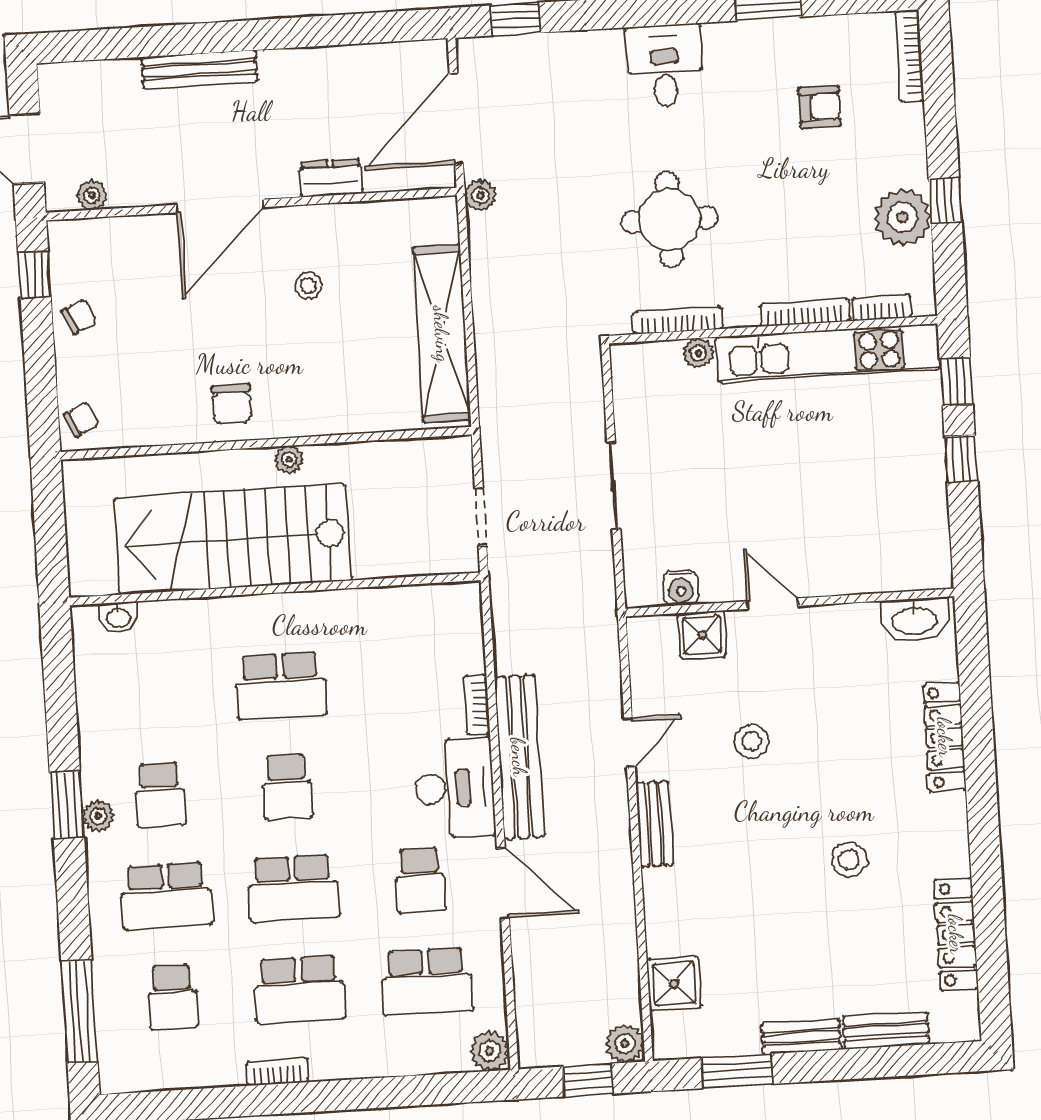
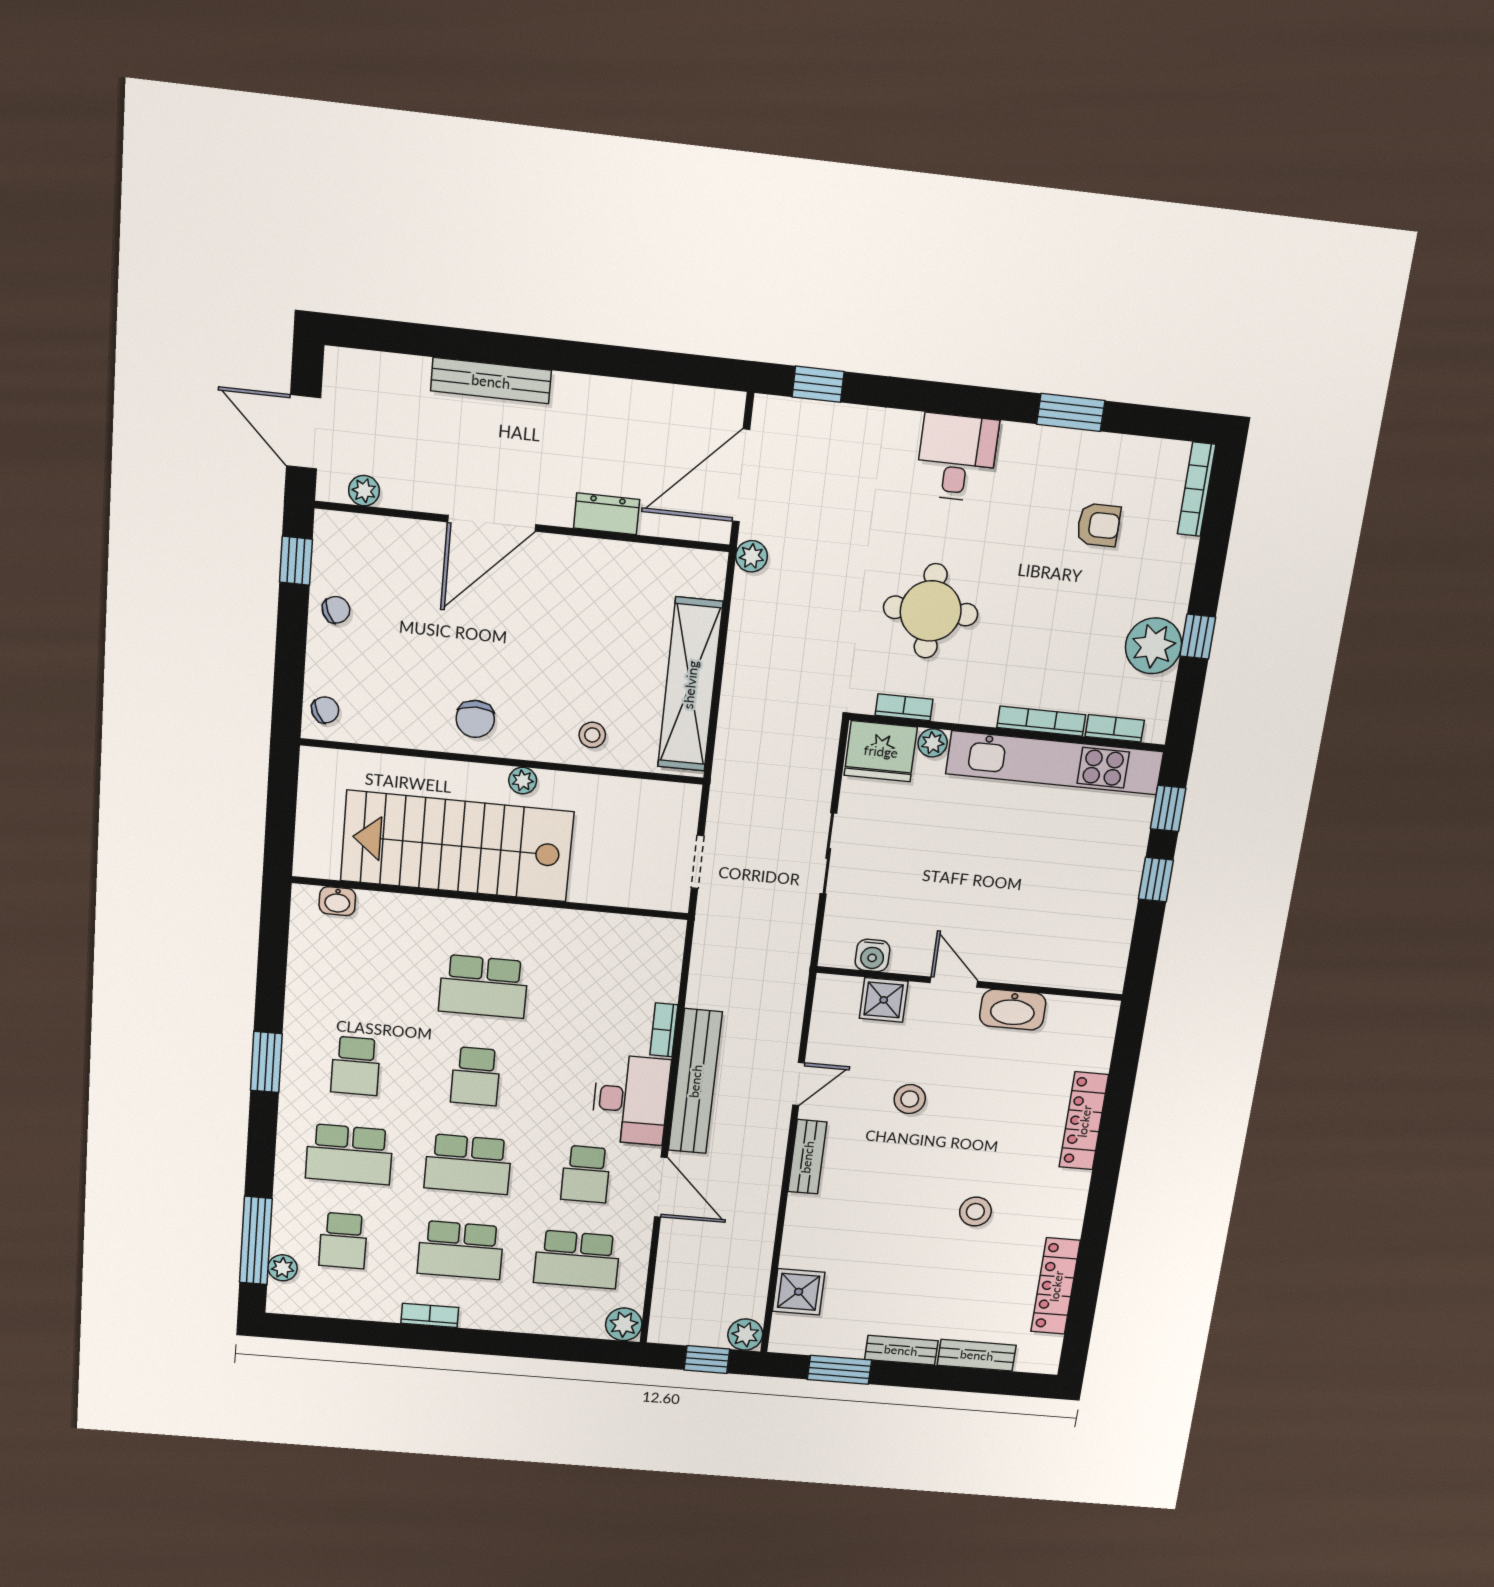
stool: (308, 286) -> (592, 735), moved
bookcase: (678, 320) -> (904, 707), width x0.64
fridge: (647, 370) -> (881, 751), added
washbasin: (915, 620) -> (1013, 1010), moved
plant: (98, 816) -> (283, 1268), moved

